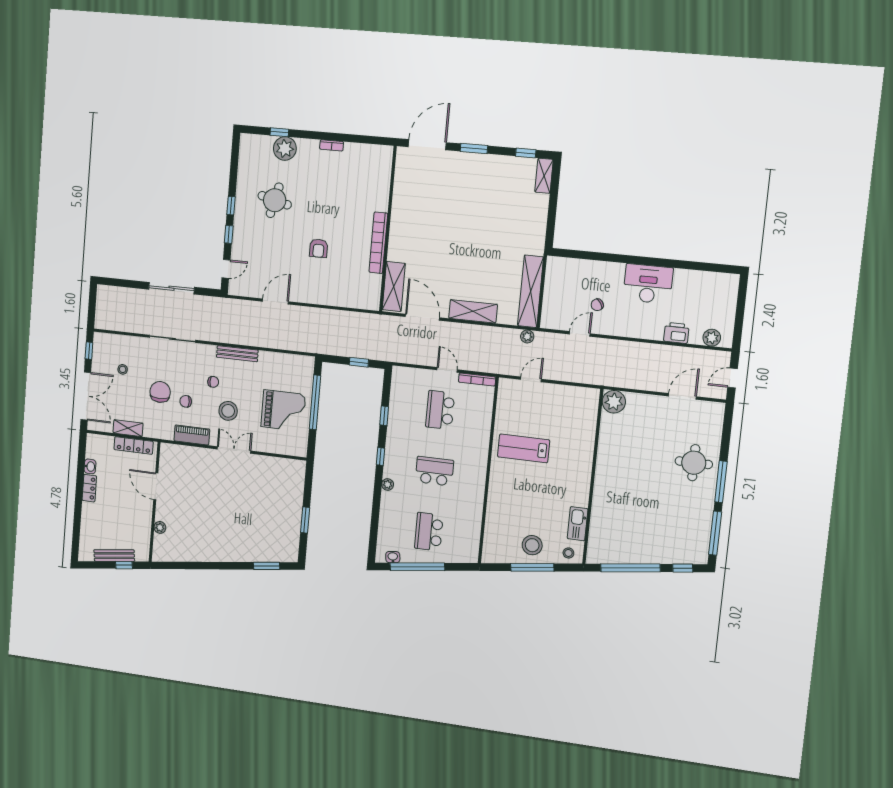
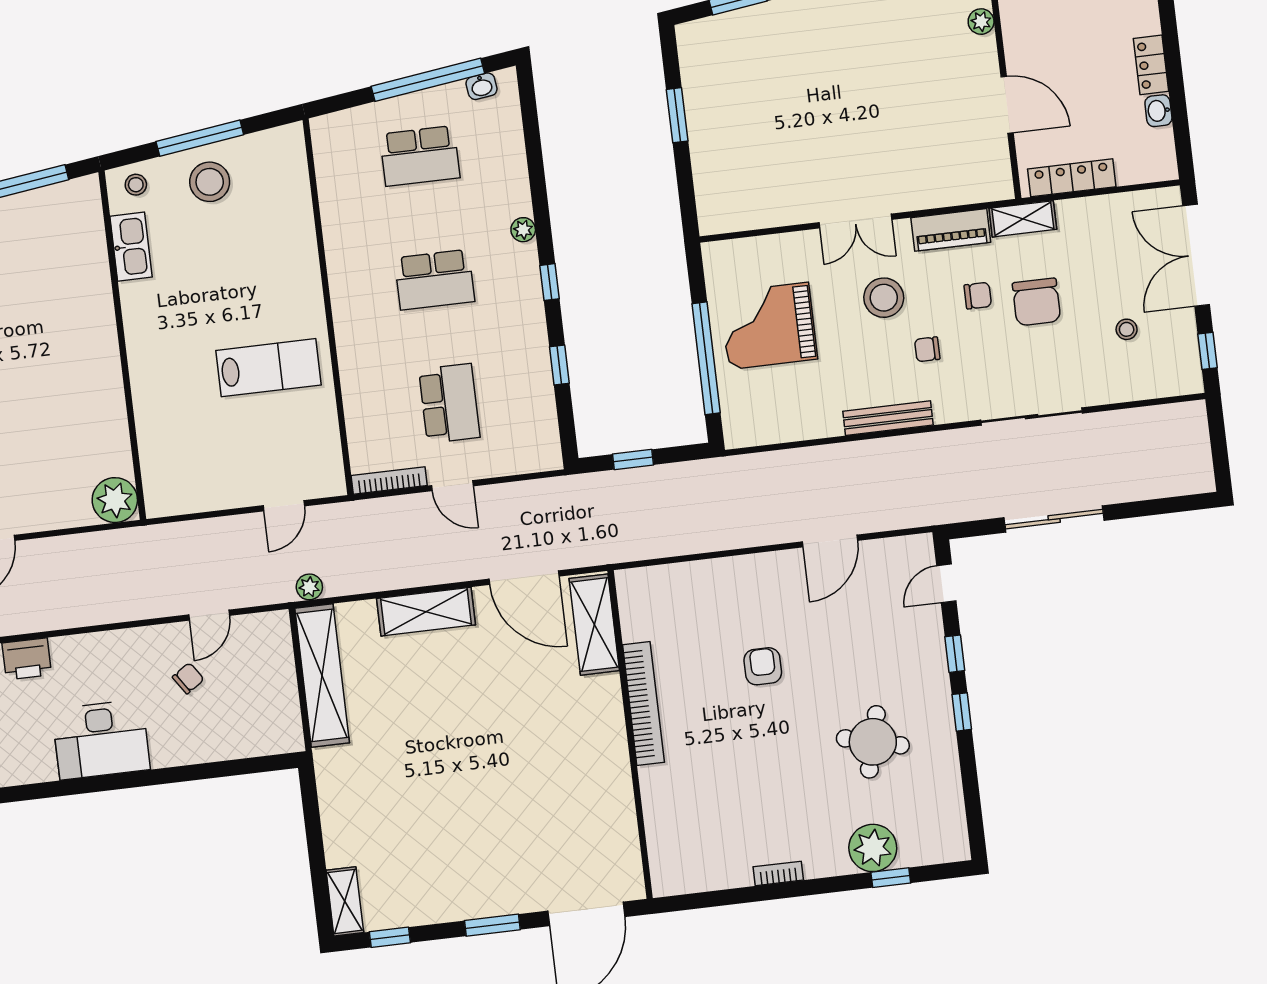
shelving: (128, 428) -> (1023, 219), moved
school desk: (429, 532) -> (420, 156), turned 90

